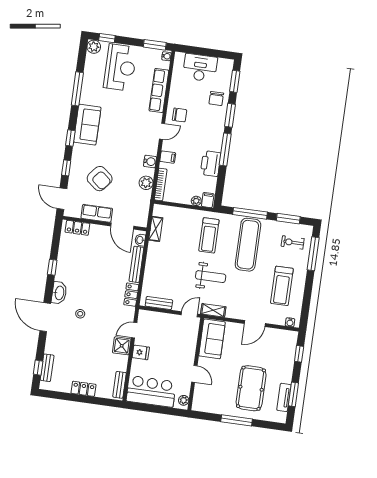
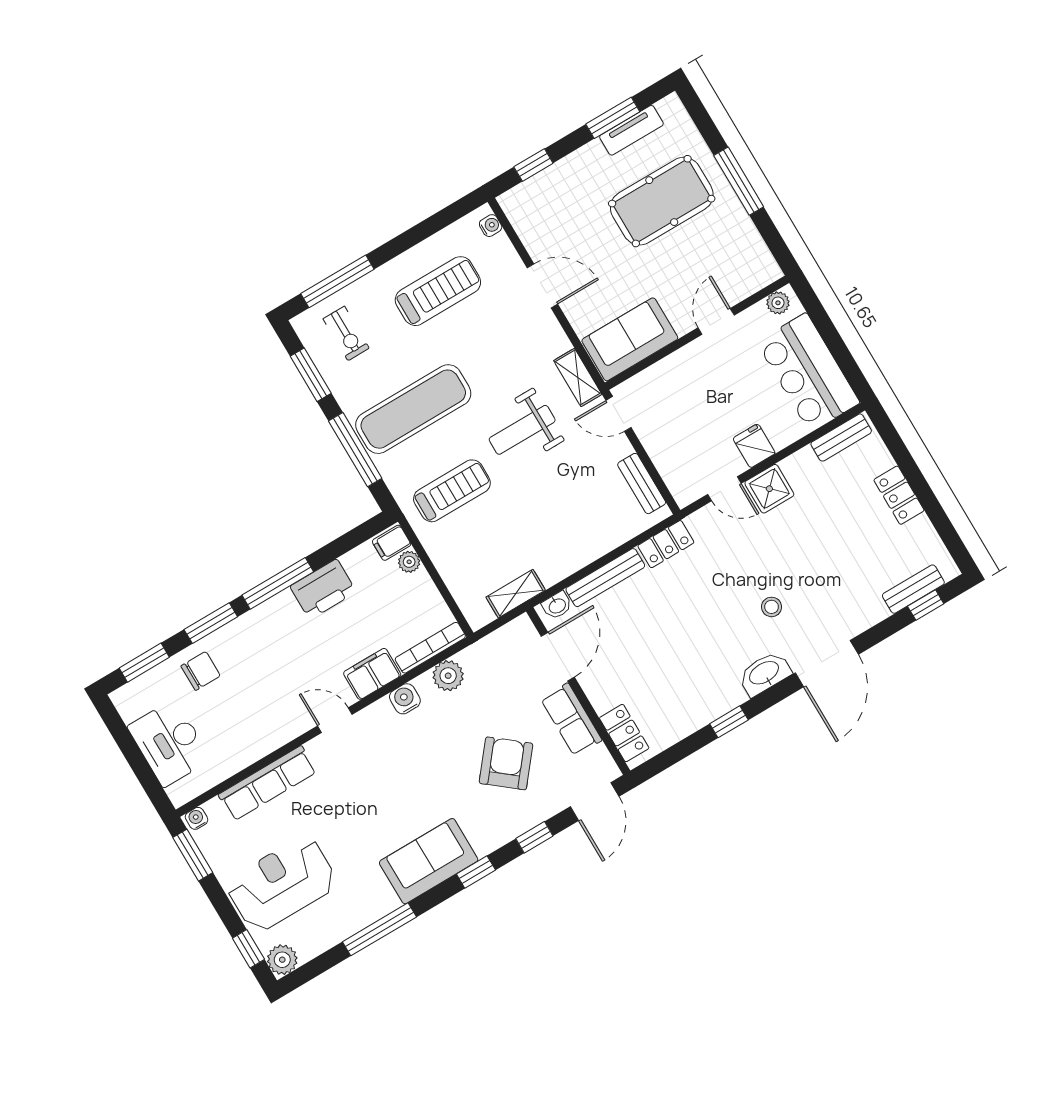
chair: (180, 115) -> (281, 712), removed
filing cabinet: (168, 157) -> (372, 674), width x2.00
weight bench: (211, 277) -> (522, 430), turned -90

